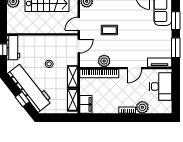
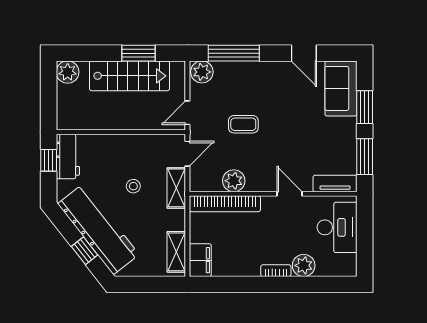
door: (135, 68) -> (289, 194), swing flipped
shelving: (73, 77) -> (176, 188), moved

